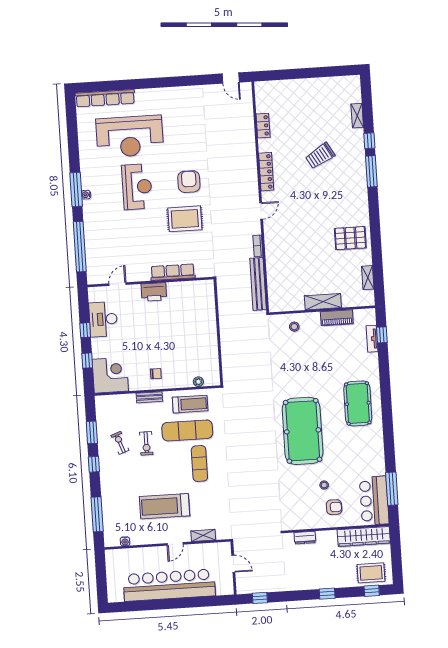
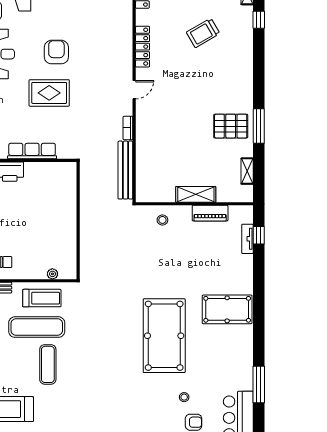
window: (371, 171) -> (259, 126), moved
pool table: (358, 403) -> (227, 309), turned 90
window: (392, 489) -> (259, 384), moved

